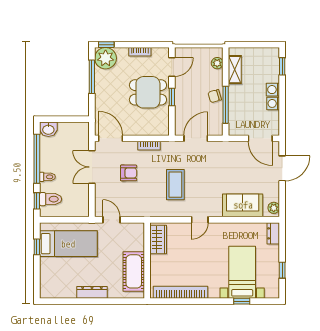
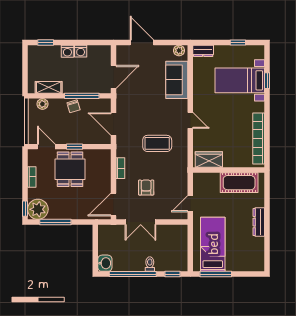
door: (260, 138) -> (114, 77), moved
toilet: (51, 199) -> (171, 261), removed
window: (37, 247) -> (216, 274), width x2.17

